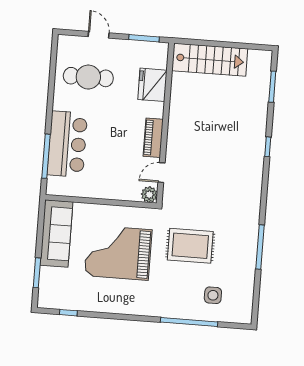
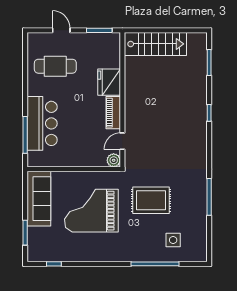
fridge: (152, 85) -> (109, 82), moved

